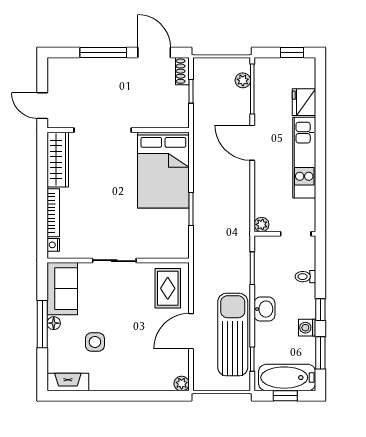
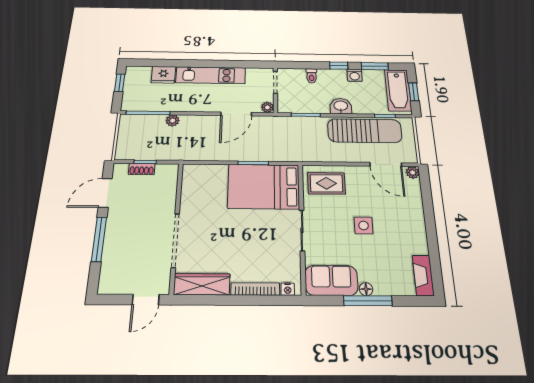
shoe rack: (182, 71) -> (142, 169), moved
plant: (243, 80) -> (173, 120), moved
door: (252, 143) -> (236, 114), moved
bed: (163, 170) -> (264, 186), moved, turned 180
door: (191, 331) -> (386, 164), moved
sun lounger: (233, 335) -> (365, 131), turned 180
side table: (95, 342) -> (364, 225), moved

